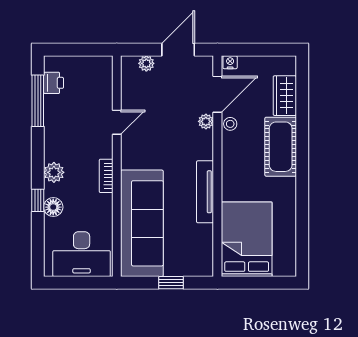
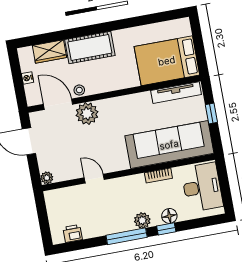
nightstand: (230, 62) -> (27, 78), moved
plant: (146, 63) -> (47, 178), moved
window: (38, 101) -> (127, 236), moved
plant: (206, 121) -> (87, 114), width x1.88, depth x1.88
bookcase: (106, 176) -> (158, 175), moved
tv unit: (205, 192) -> (176, 93), moved

